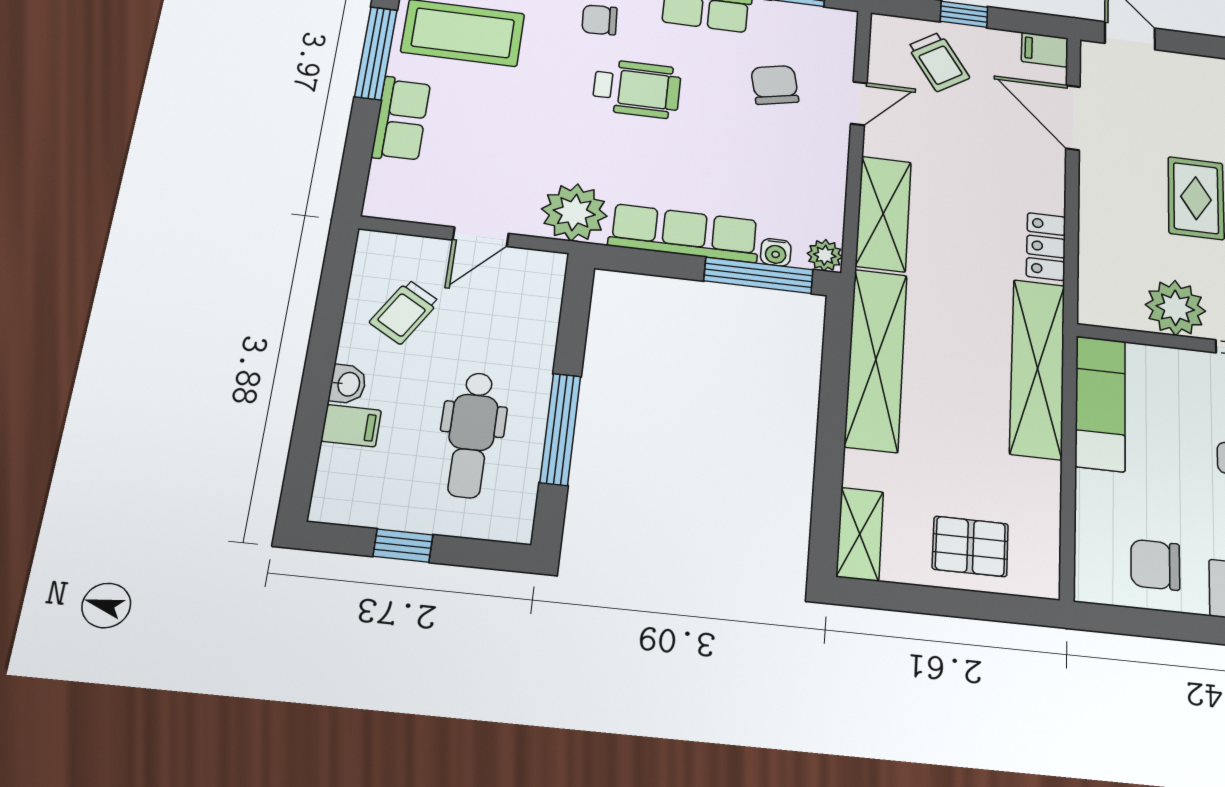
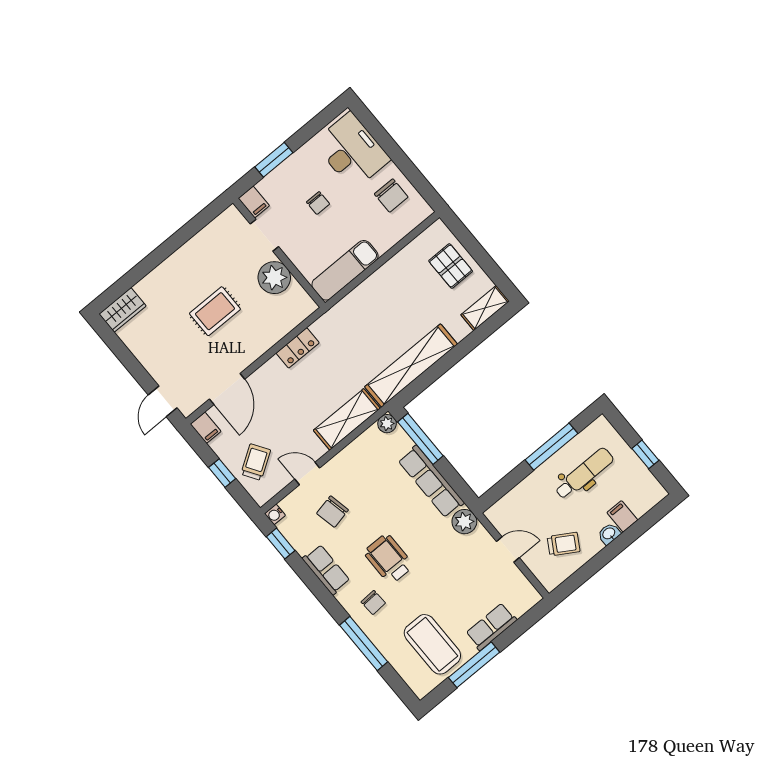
plant: (574, 212) -> (464, 522), width x0.73, depth x0.73
water cooler: (776, 252) -> (275, 514), moved, turned 180
shelving: (1037, 368) -> (354, 305), removed

